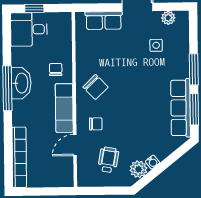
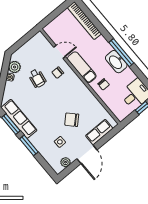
chair: (96, 87) -> (72, 120), moved
door: (75, 145) -> (60, 52), hinge flipped
wheelchair: (108, 160) -> (37, 78), moved

